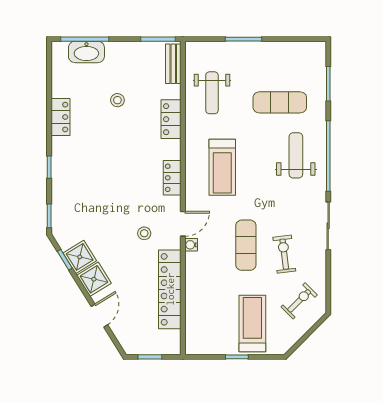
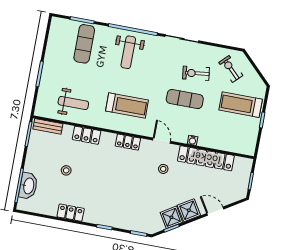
exercise mat: (280, 102) -> (84, 44), moved
weight bench: (296, 155) -> (128, 52), turned -90
water cooler: (191, 245) -> (193, 140), moved

